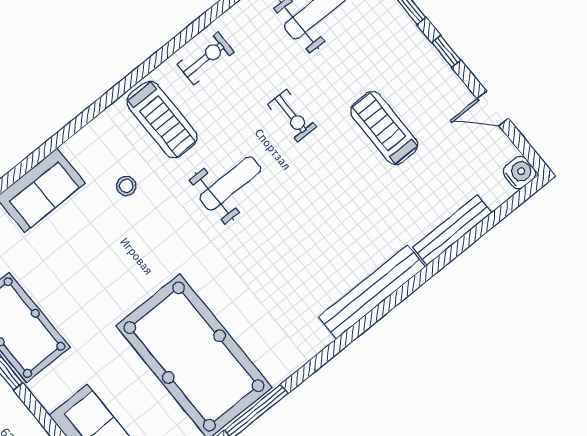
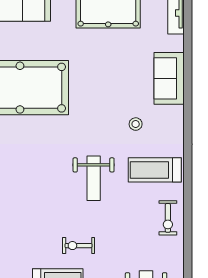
exercise bike: (292, 116) -> (78, 246), moved

